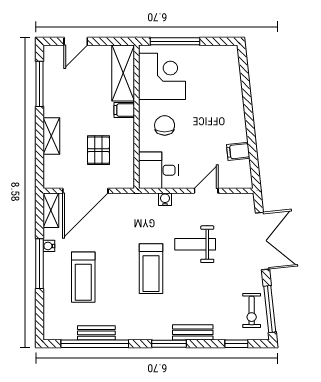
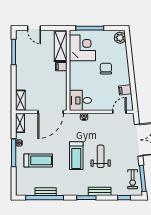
door: (76, 41) -> (34, 28), hinge flipped
plant: (229, 58) -> (120, 38), added
chair: (165, 125) -> (106, 69), moved
shelving: (51, 136) -> (20, 100), moved
pallet: (98, 150) -> (47, 89), removed
door: (85, 191) -> (51, 112), moved
door: (206, 191) -> (119, 112), moved
weight bench: (195, 244) -> (101, 156), moved, turned 90
treadmill: (83, 277) -> (38, 160), turned -90

